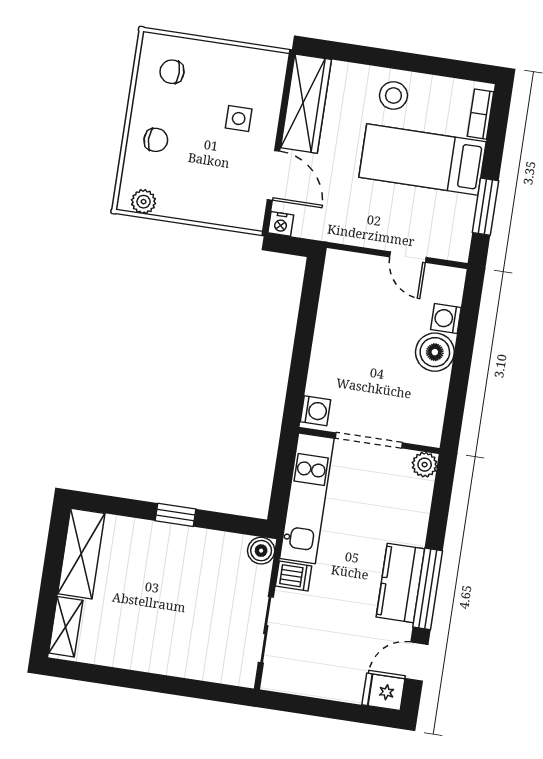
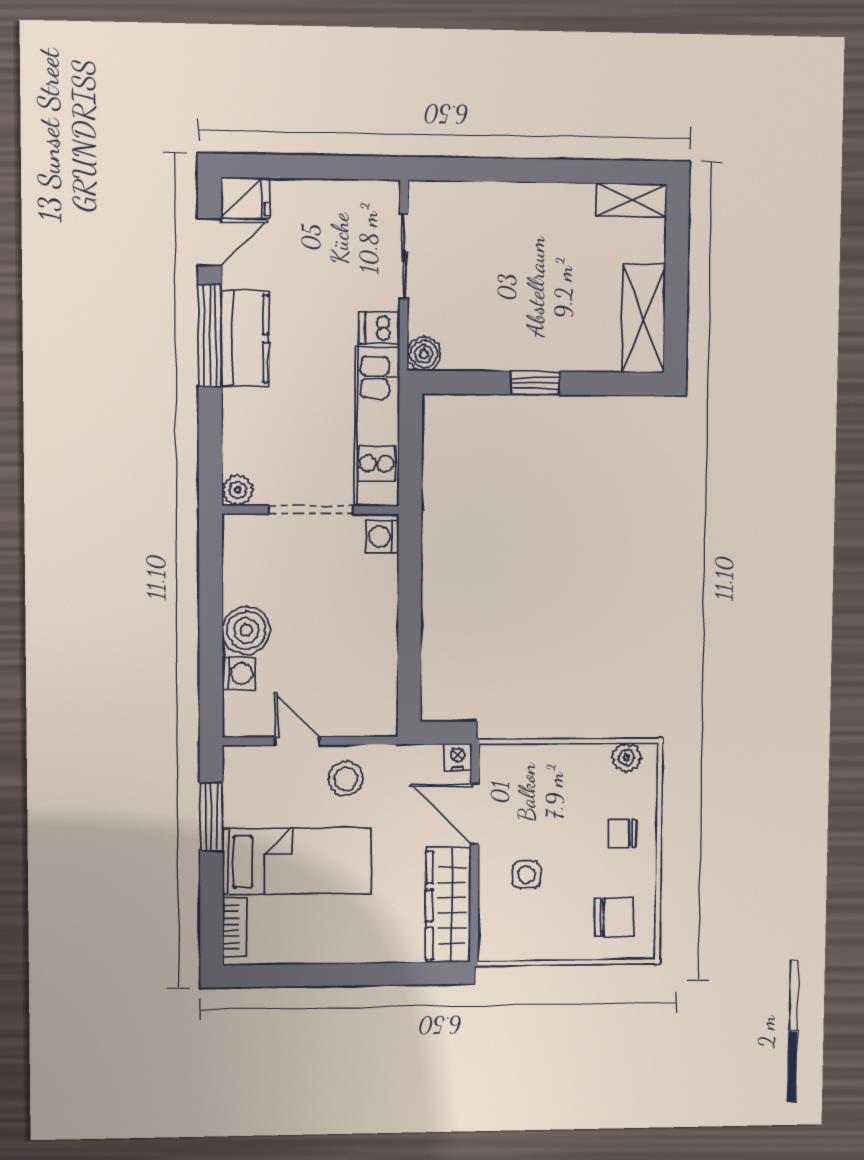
chair: (172, 72) -> (614, 917), width x1.37, depth x1.37
stool: (393, 95) -> (346, 779), moved
shelving: (66, 627) -> (631, 200), moved, turned 90

